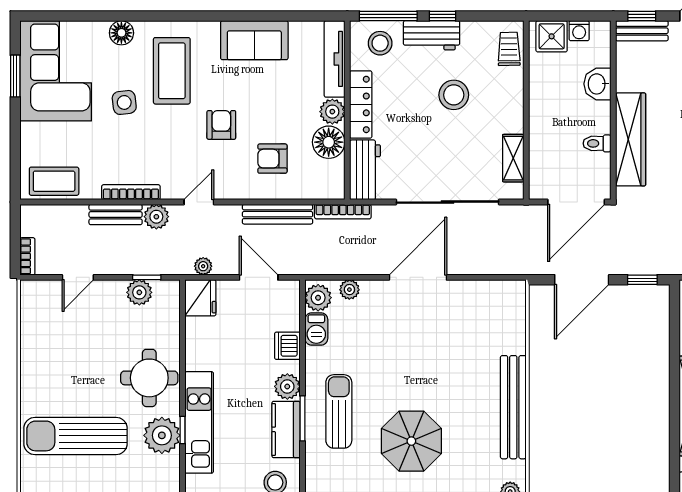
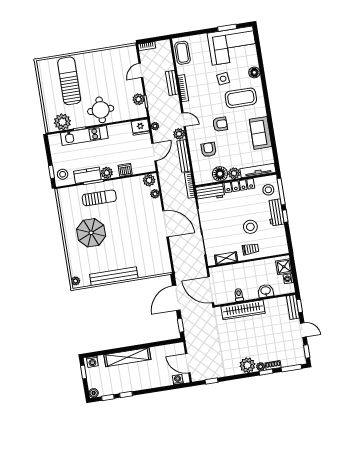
trolley: (509, 49) -> (251, 249), moved
plant: (156, 217) -> (179, 134), moved
door: (78, 277) -> (141, 70), hinge flipped
door: (582, 280) -> (176, 298), hinge flipped
barbecue: (316, 329) -> (135, 182), removed
plant: (162, 435) -> (62, 122), moved

